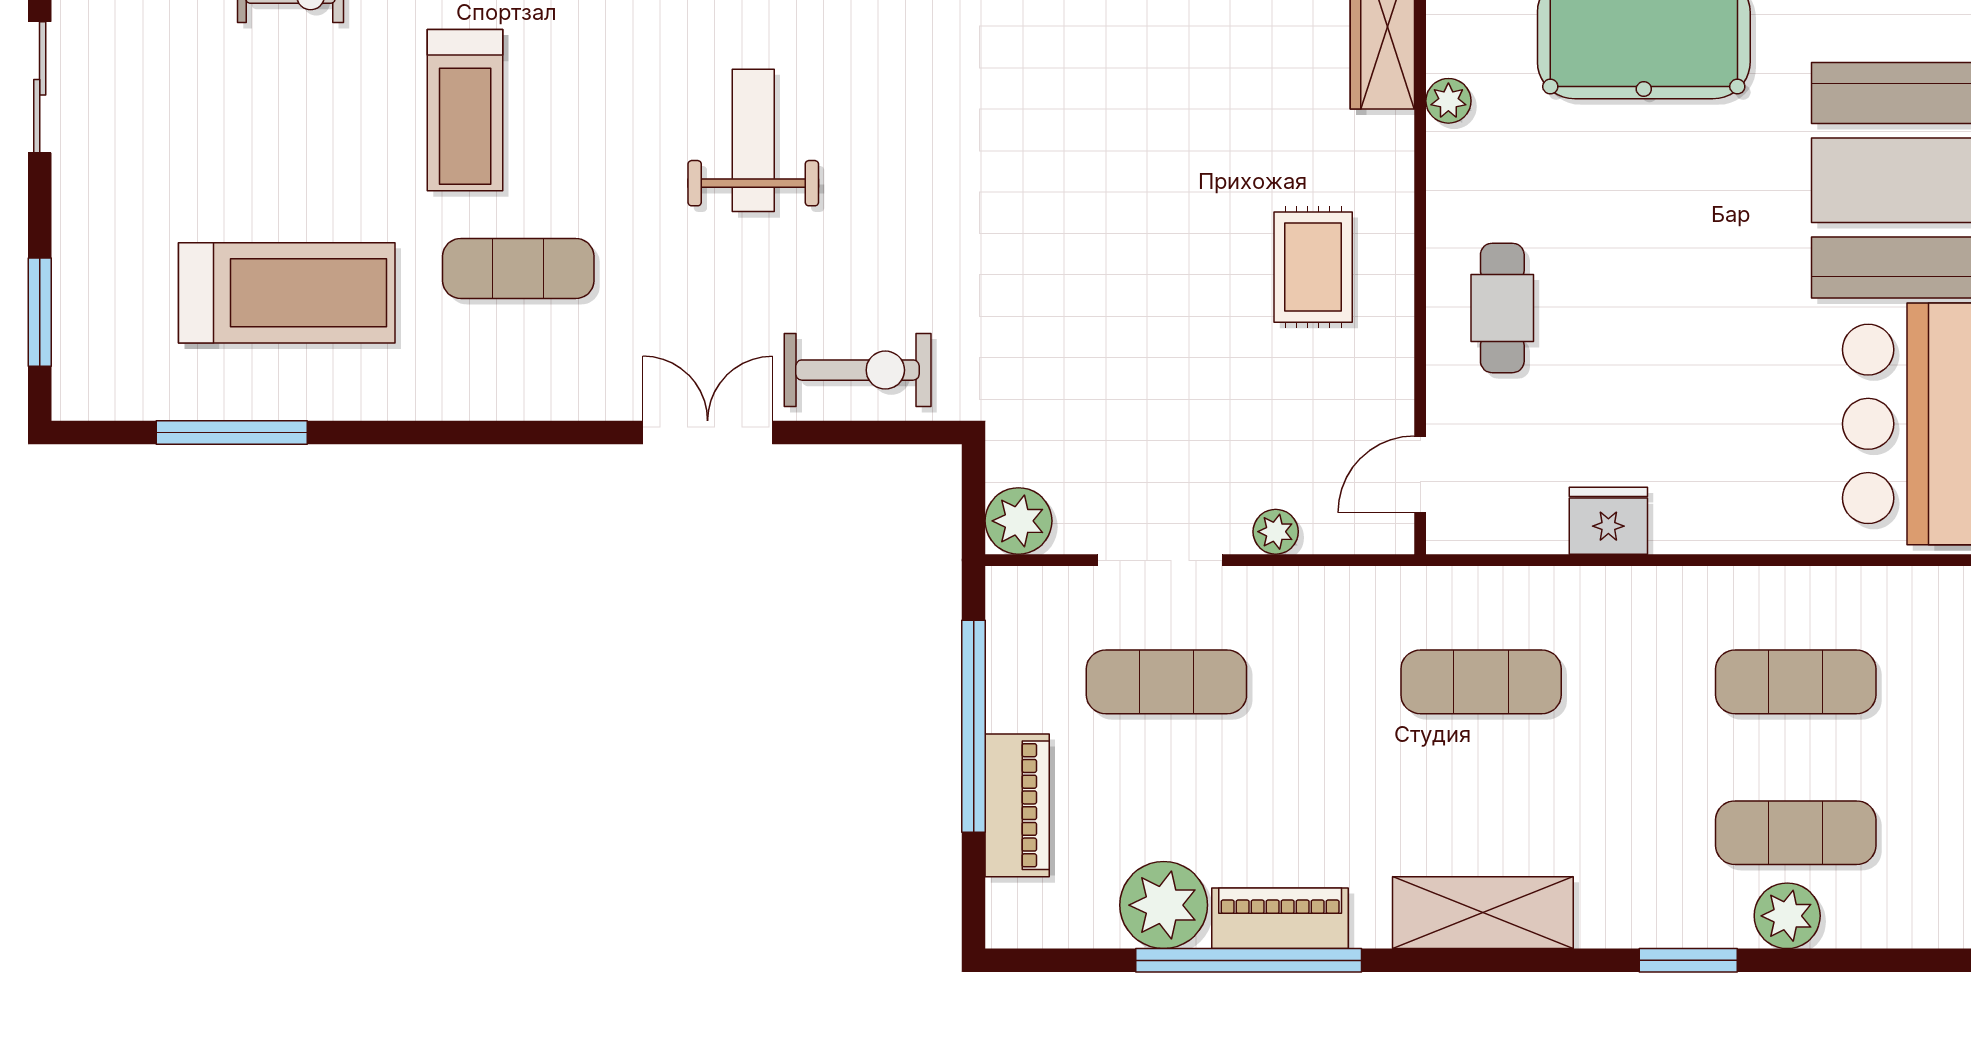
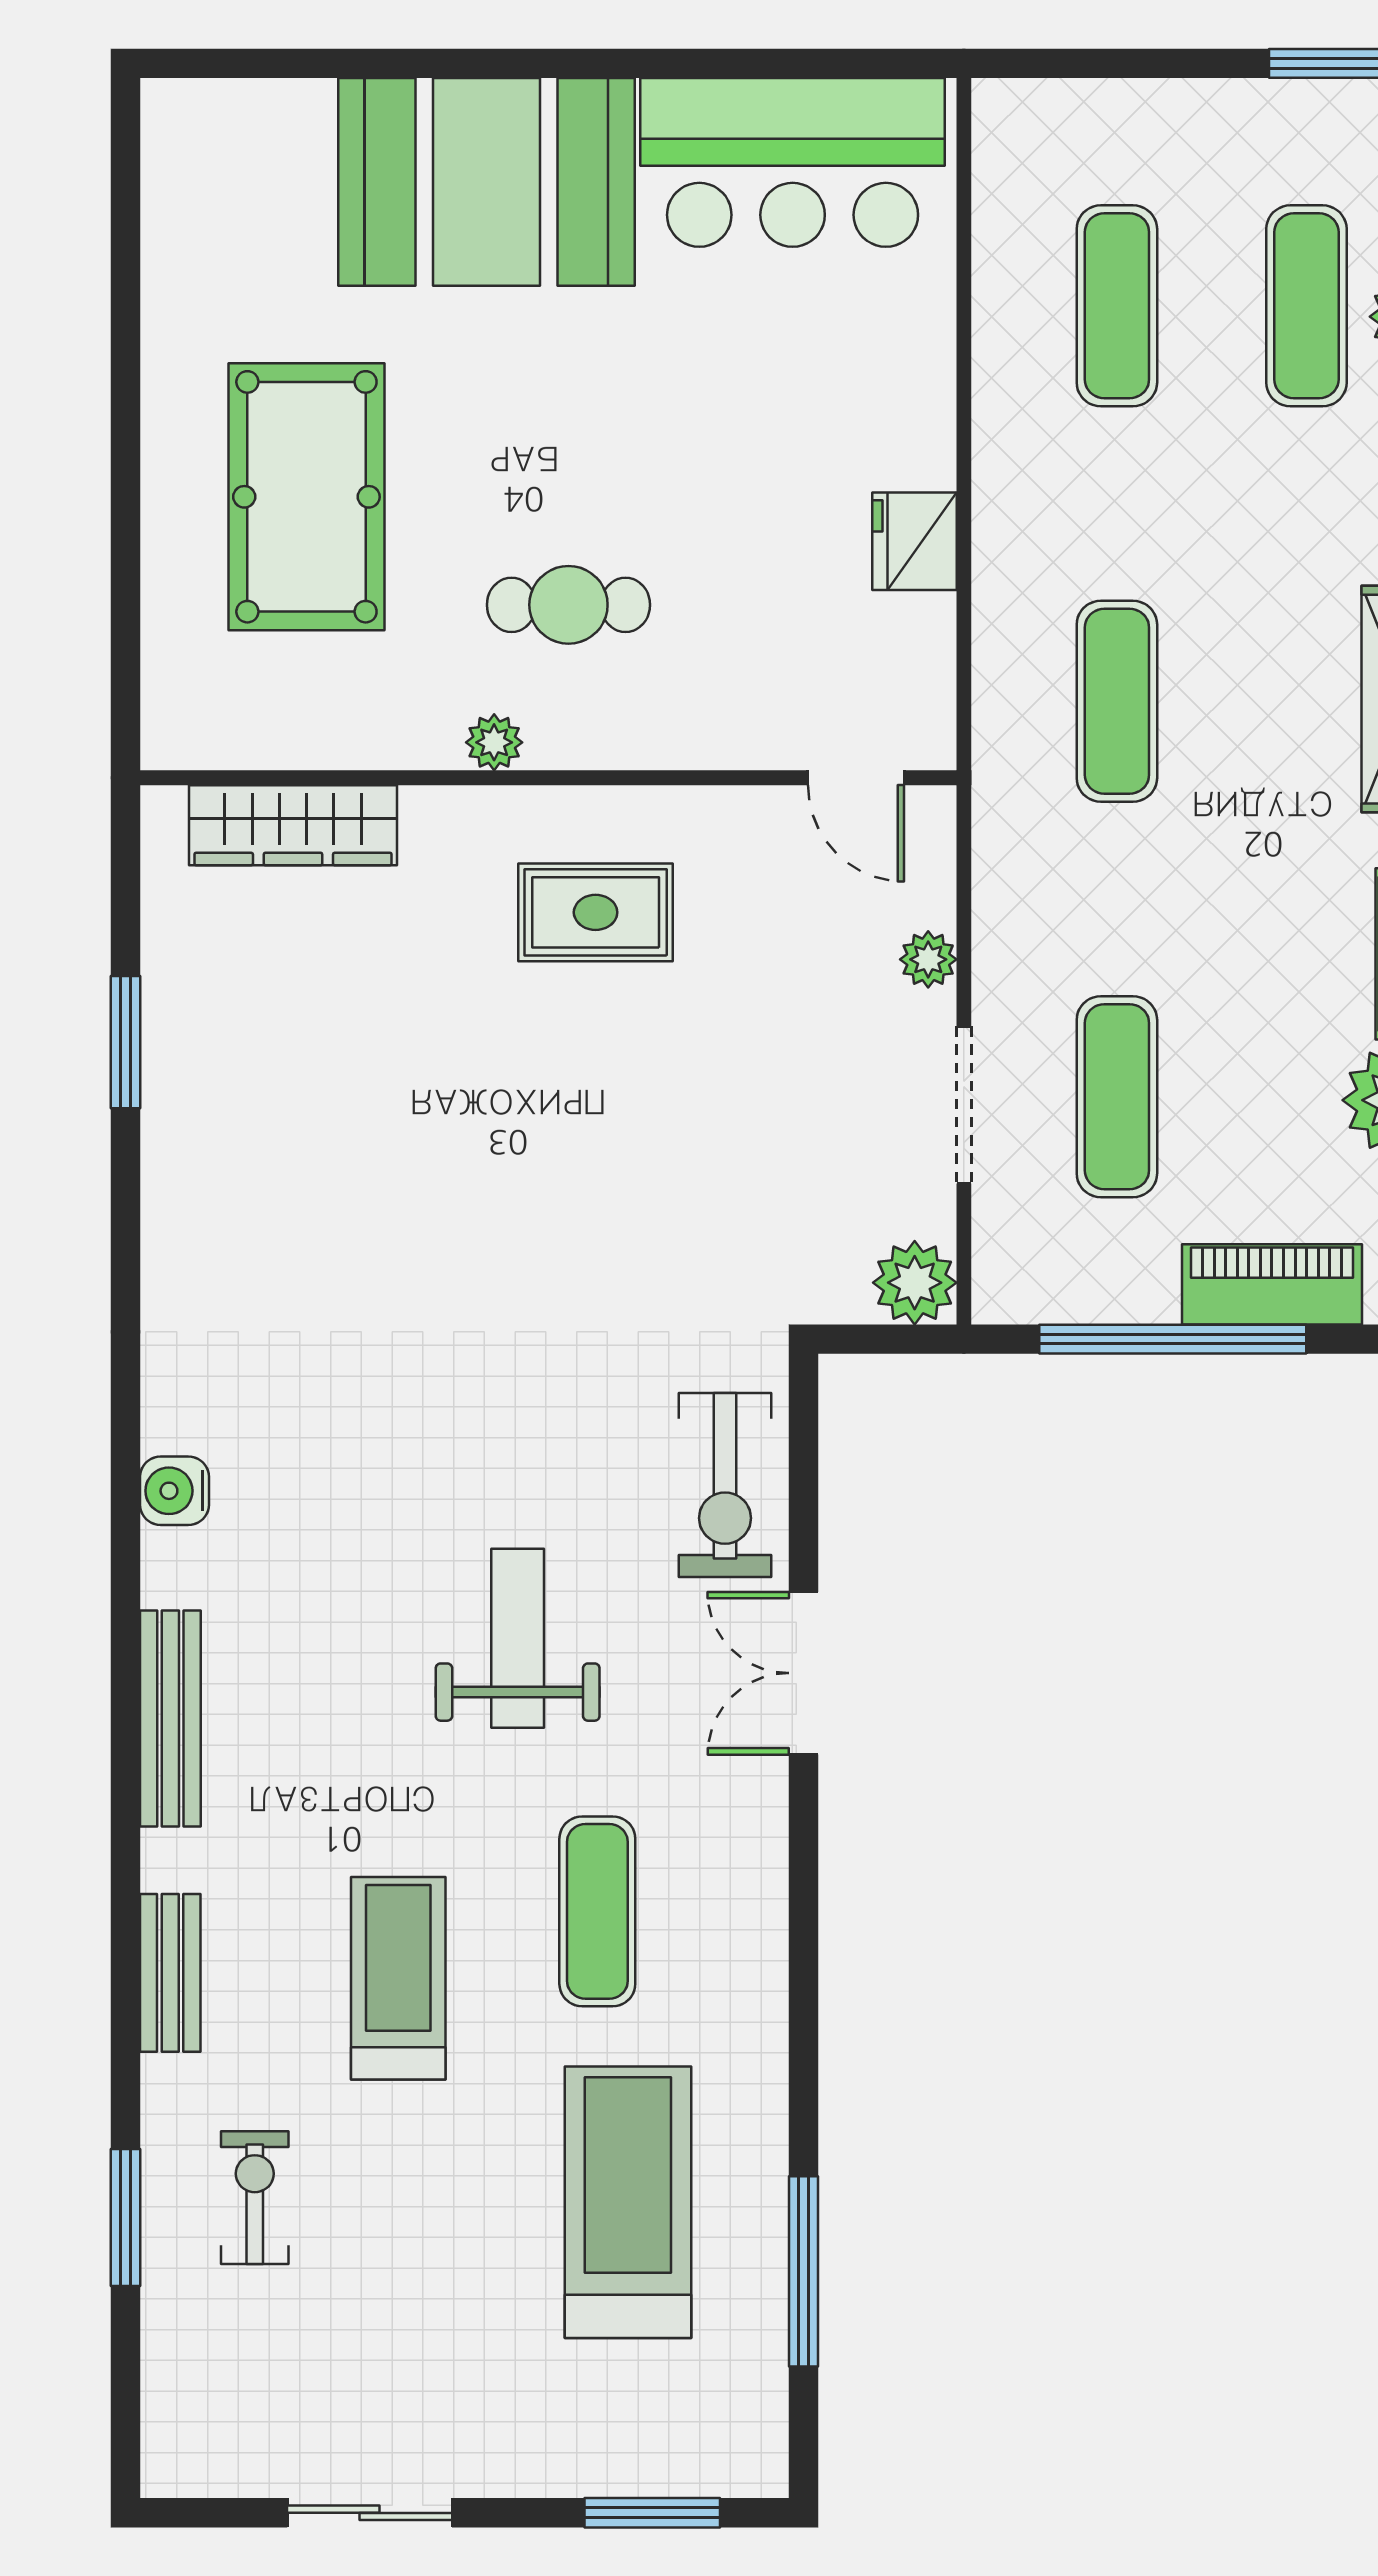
plant: (1448, 101) -> (494, 742), moved
treadmill: (465, 110) -> (398, 1978), turned -90
weight bench: (753, 140) -> (518, 1638), moved, turned 90
cafe table: (1502, 308) -> (568, 605), moved
exercise bike: (858, 370) -> (725, 1485), turned 180

